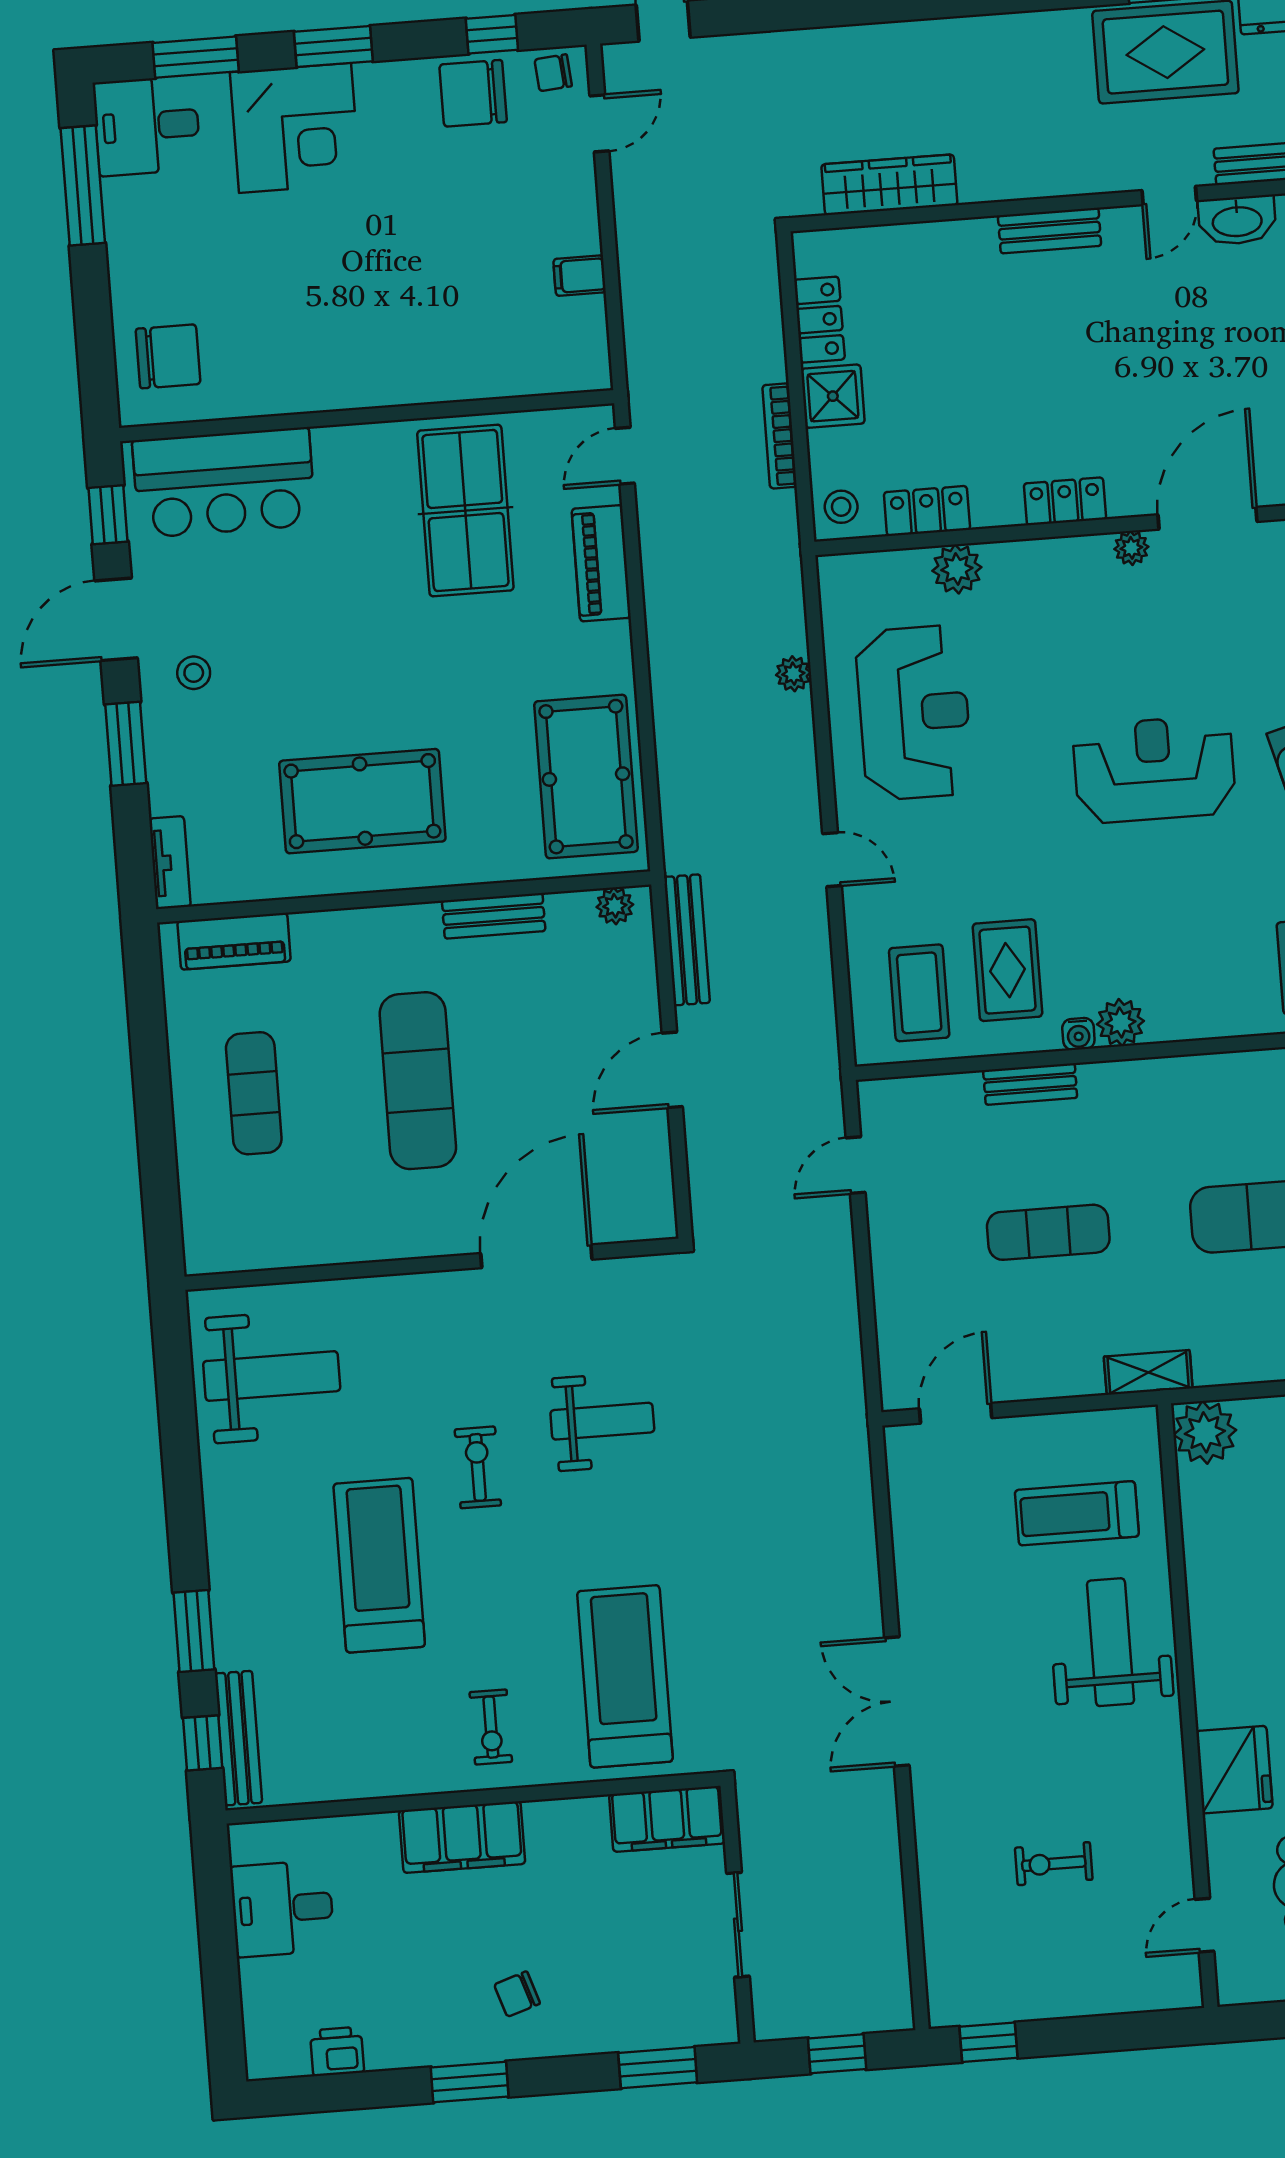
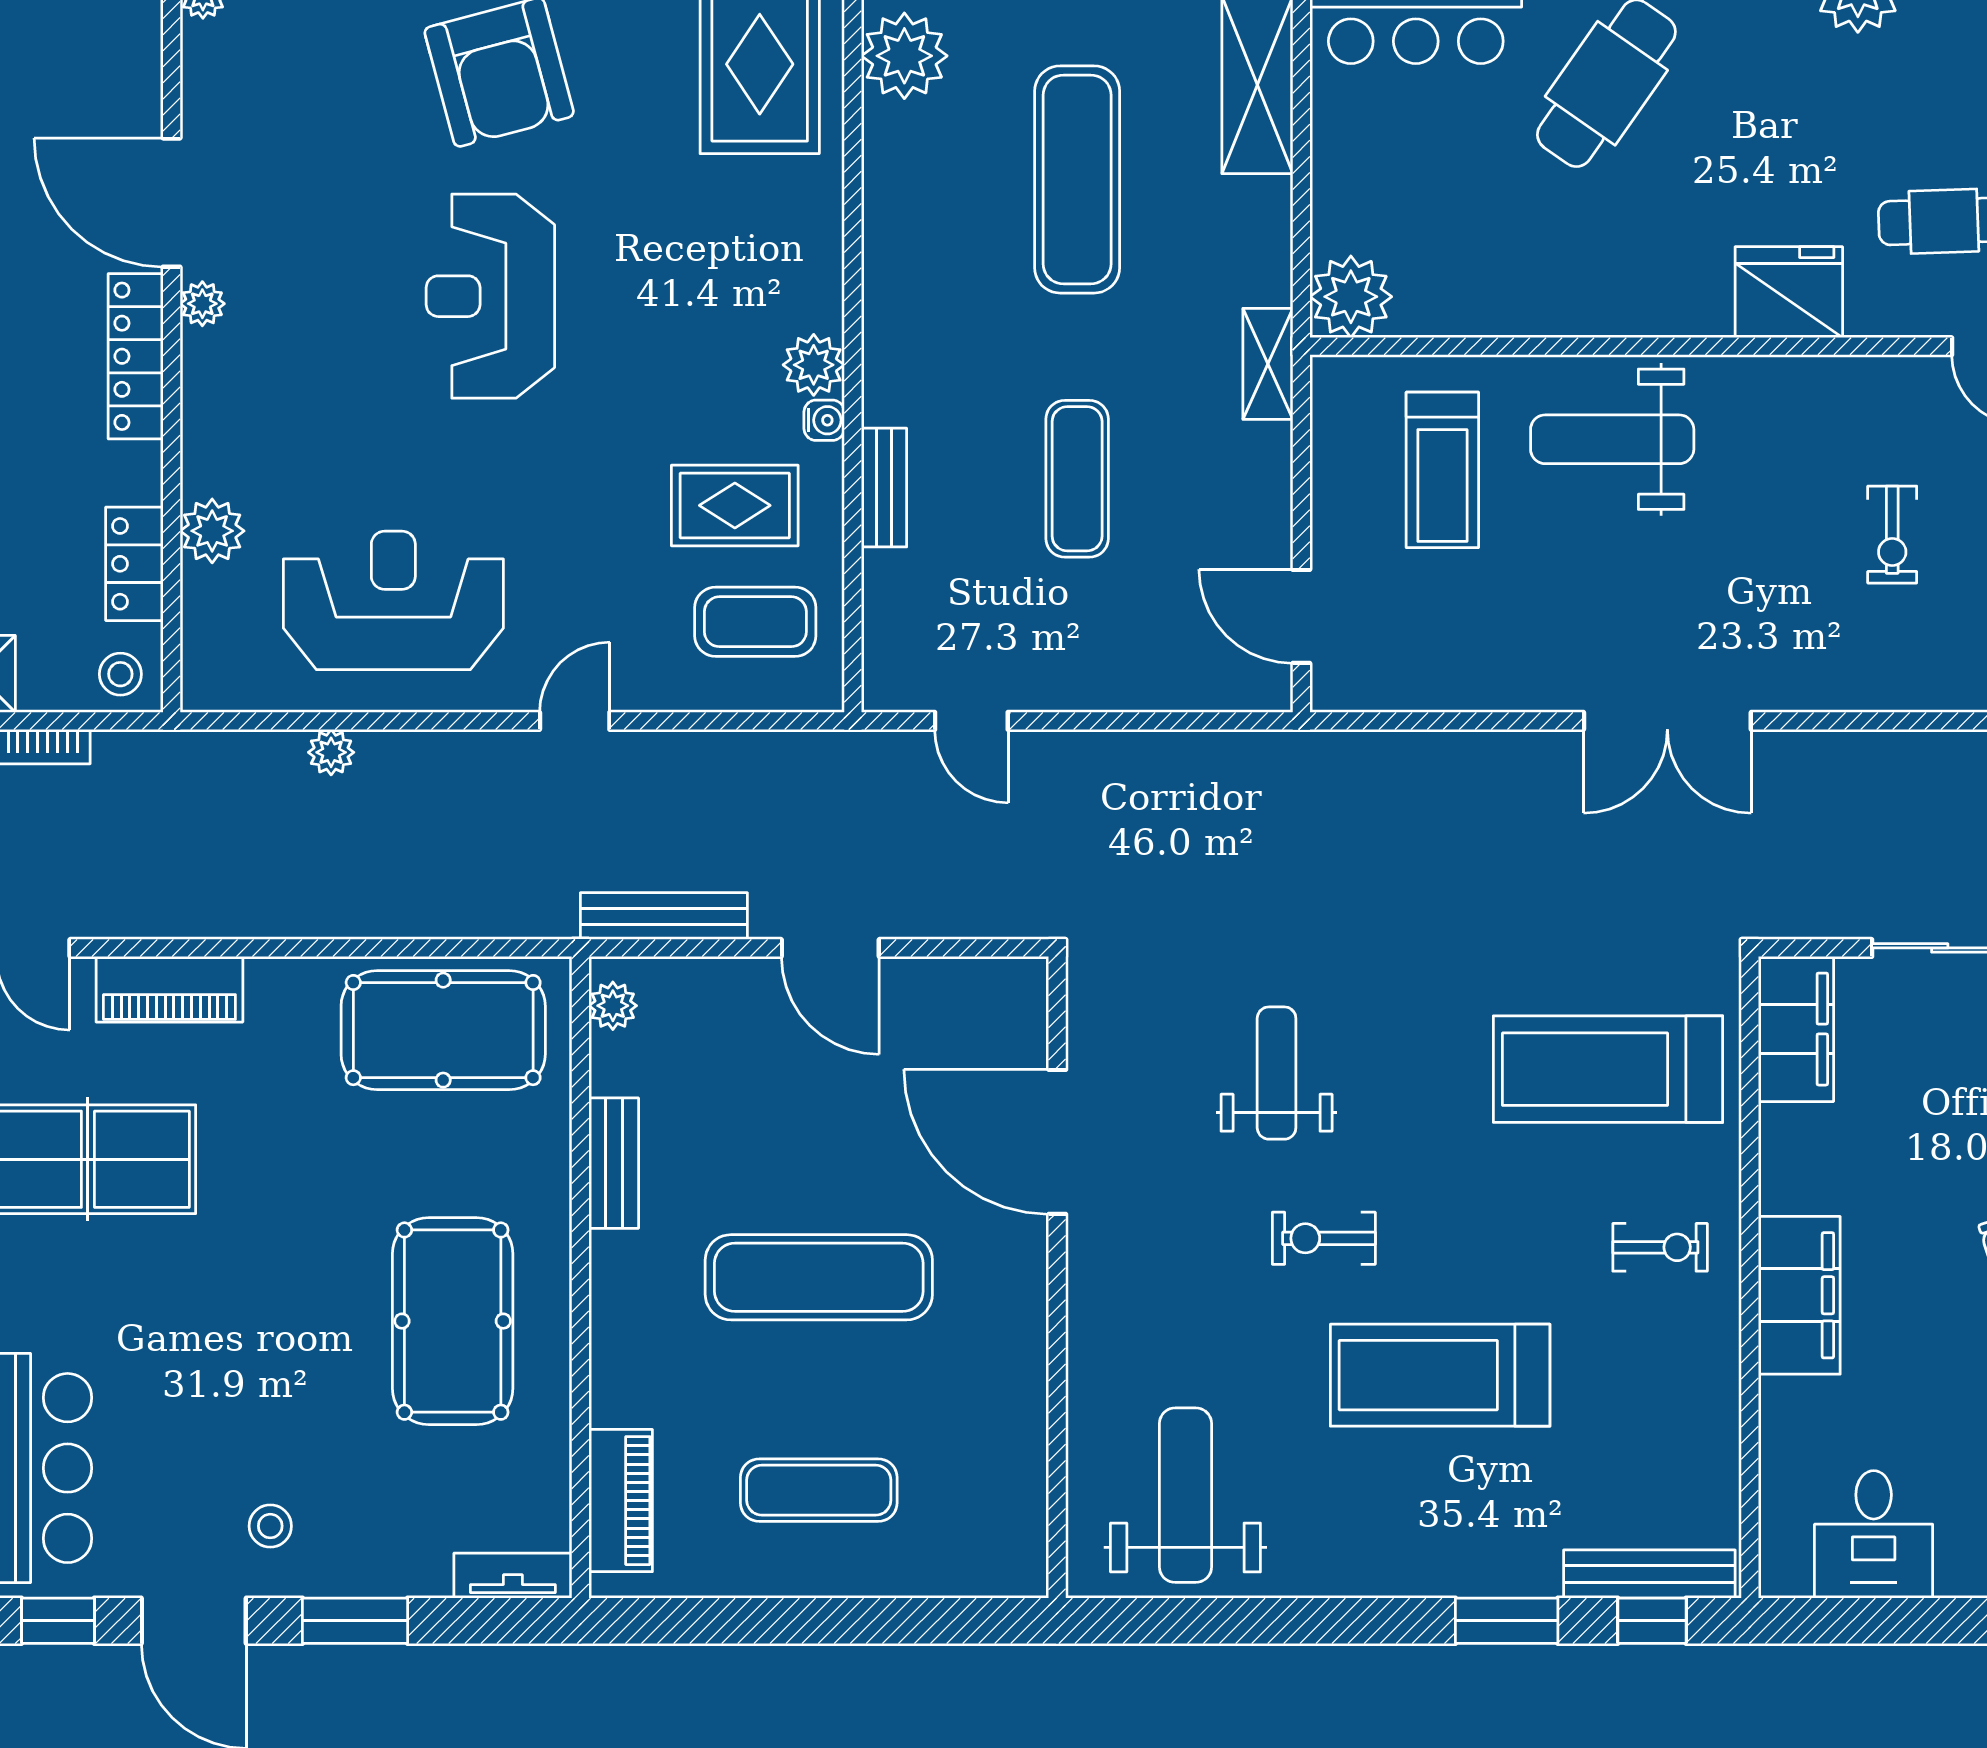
locker: (1065, 501) -> (136, 356), width x1.53

